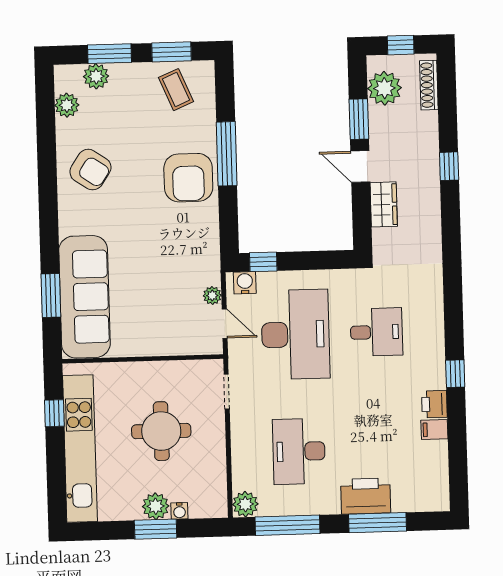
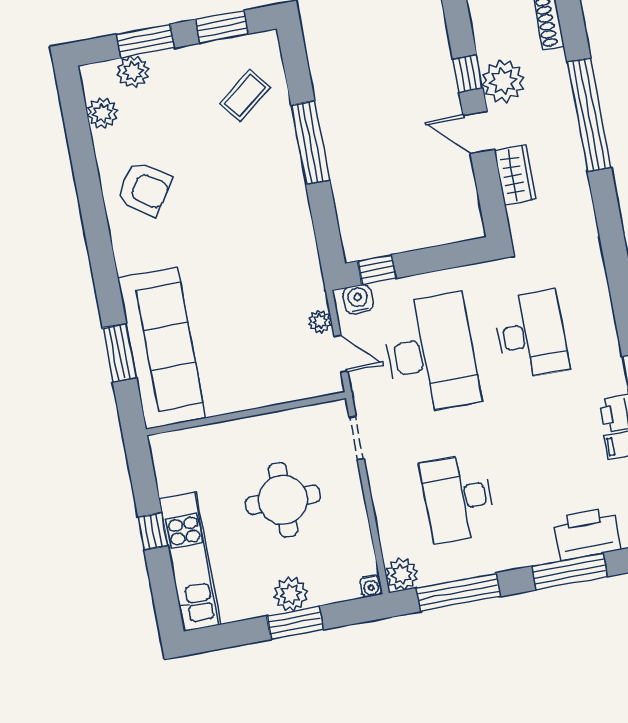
plant: (384, 88) -> (503, 81), moved
coffee table: (176, 90) -> (245, 96), moved, turned 75
window: (359, 119) -> (468, 74), width x0.67
window: (449, 166) -> (589, 115), width x3.17
armchair: (188, 178) -> (267, 180), removed
desk: (376, 332) -> (531, 335), width x1.37
window: (54, 413) -> (153, 531), moved
kitchen unit: (80, 449) -> (190, 561), width x0.73
printer: (366, 496) -> (586, 534), moved
water cooler: (179, 511) -> (371, 586), moved

